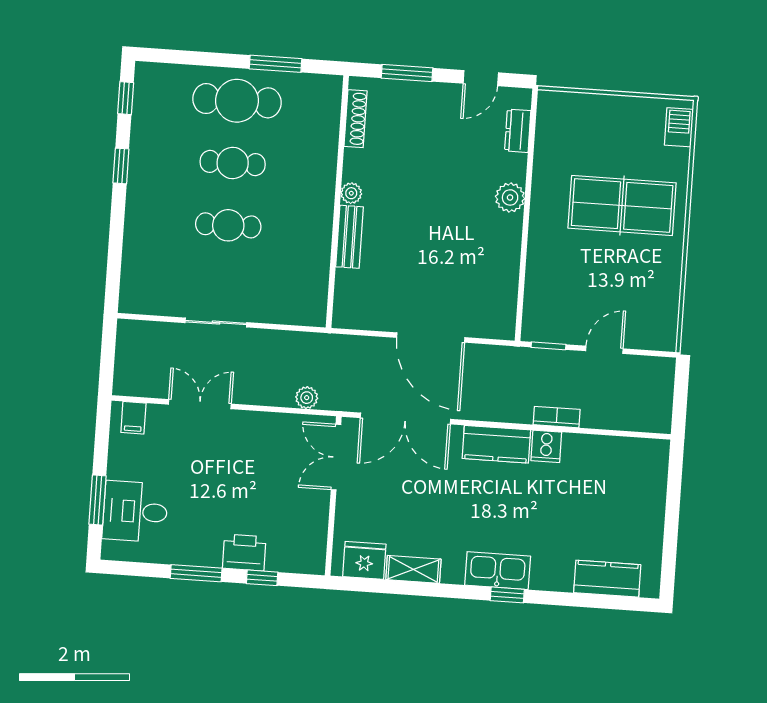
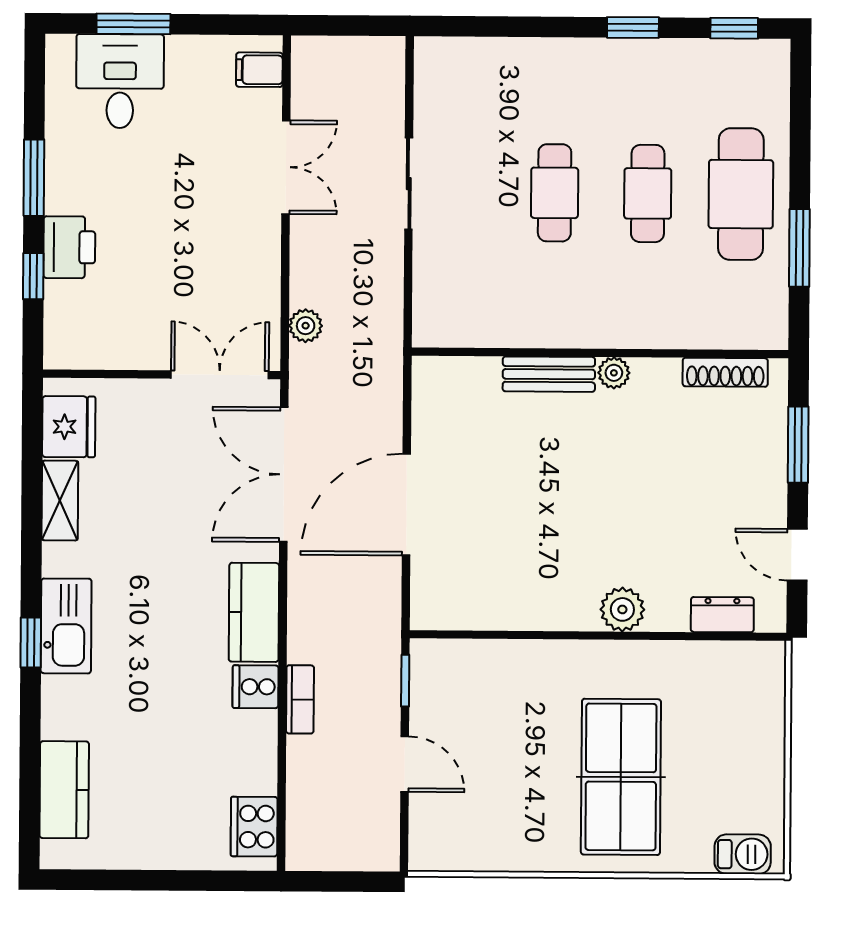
cooker: (640, 453) -> (254, 827), added

